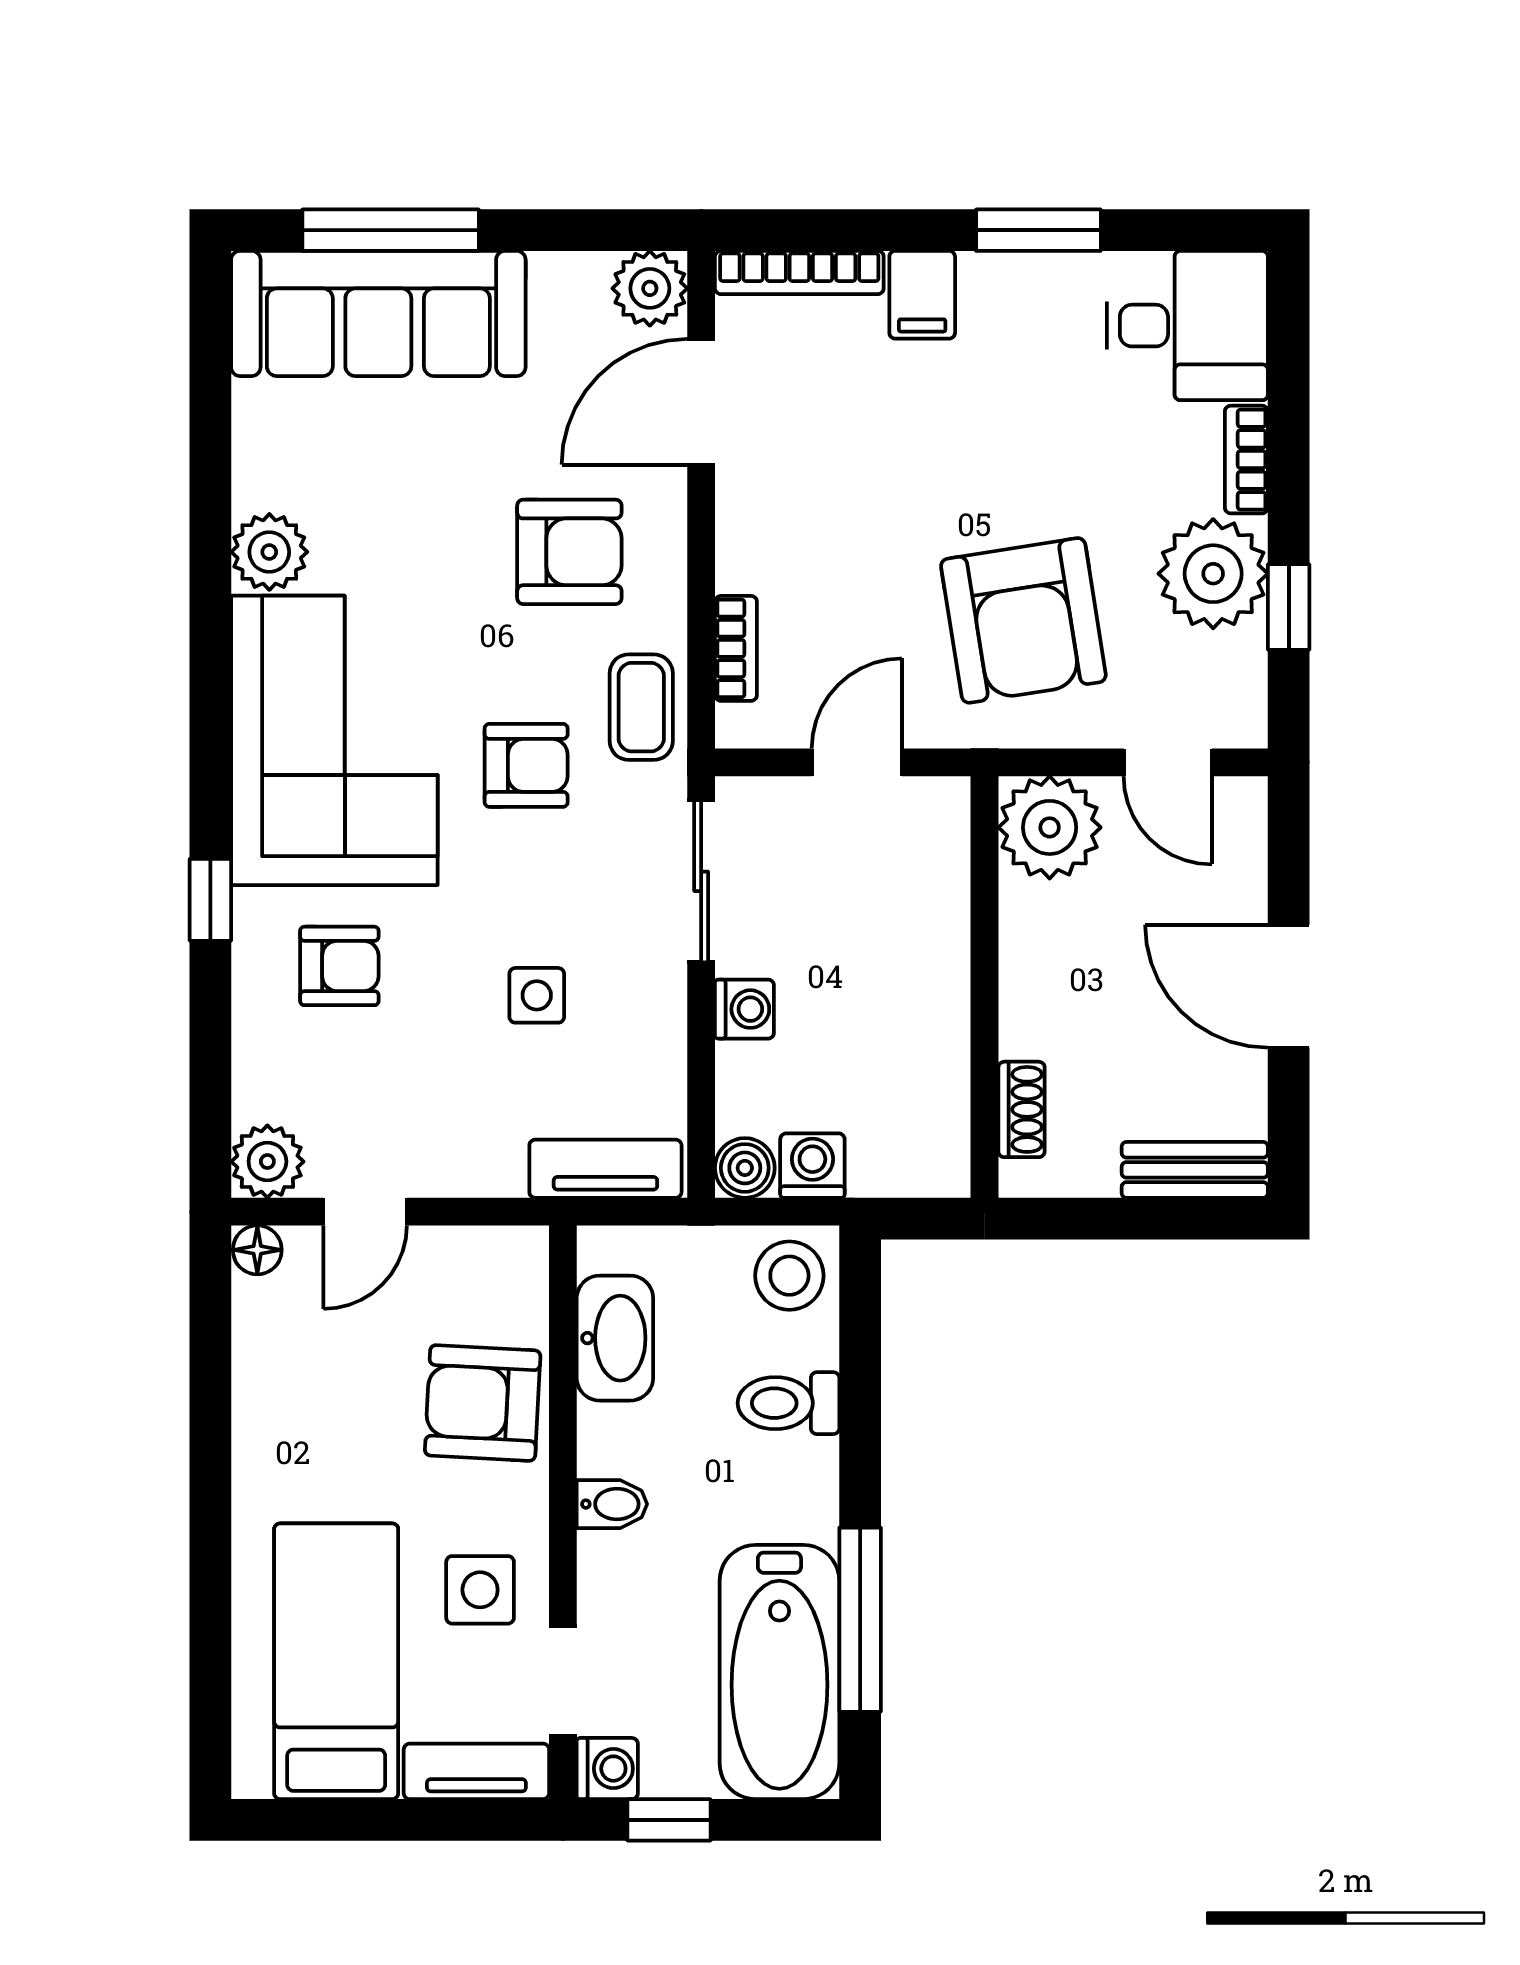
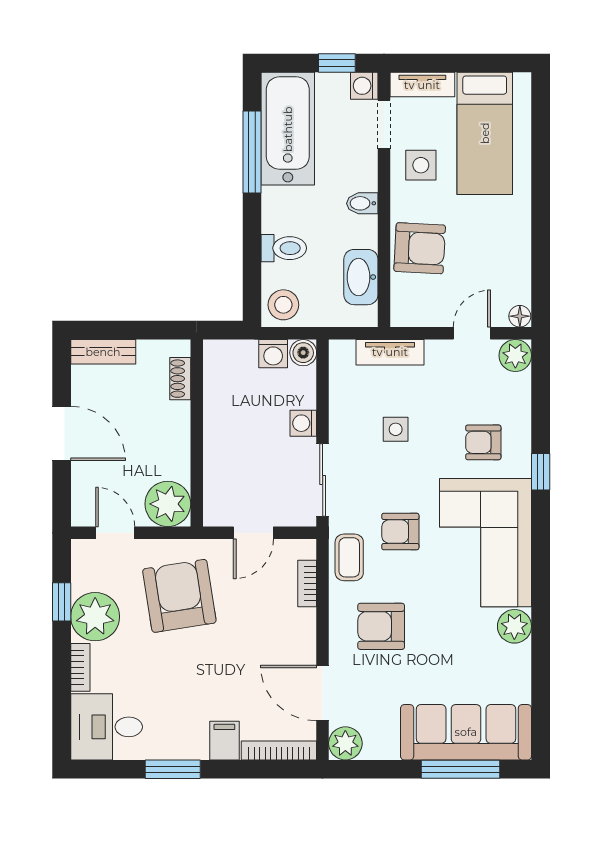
door: (701, 402) -> (323, 693), swing flipped
tv unit: (605, 1169) -> (390, 352), moved

